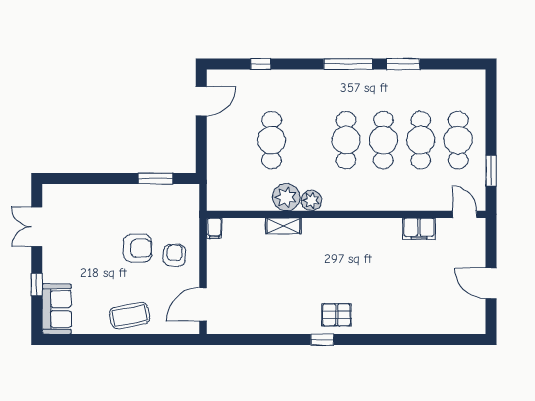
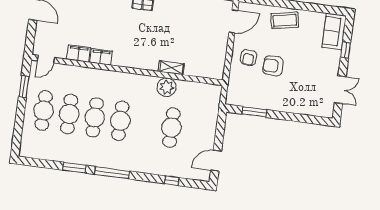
plant: (311, 200) -> (150, 83), removed
door: (465, 214) -> (46, 59), hinge flipped
filing cabinet: (214, 228) -> (101, 57), moved, width x2.00

